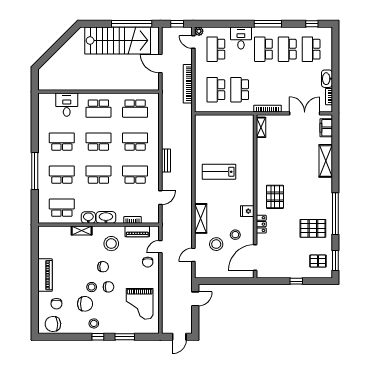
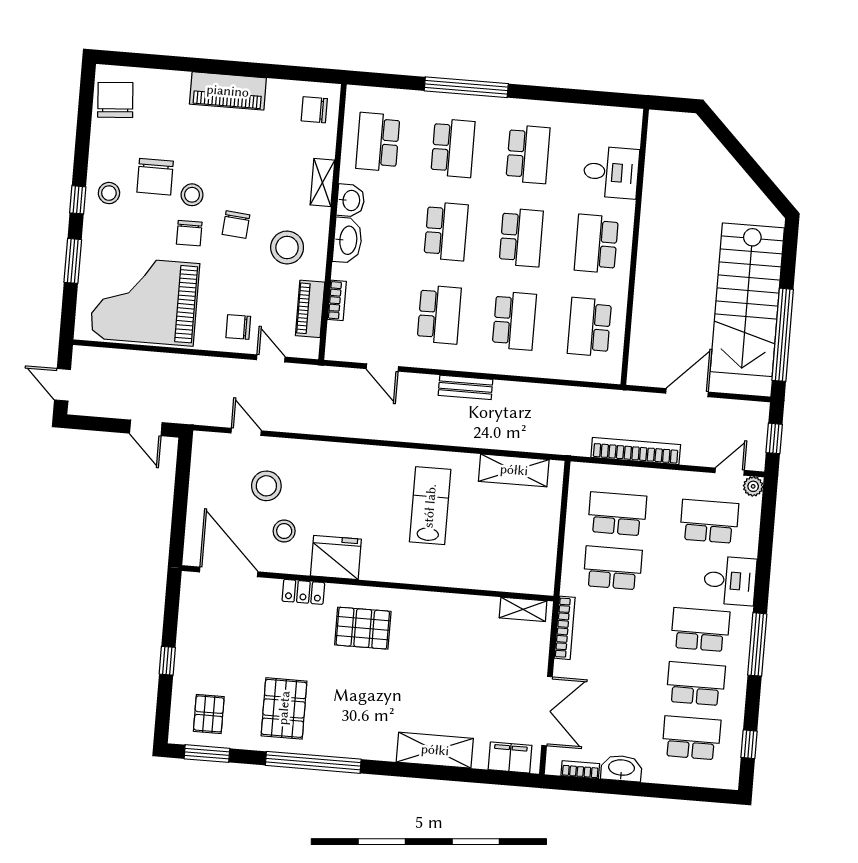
school desk: (62, 208) -> (378, 142), turned 180
fridge: (247, 211) -> (336, 557), width x1.88, depth x1.34
shelving: (201, 218) -> (514, 470), moved
chair: (56, 304) -> (314, 110), moved
grand piano: (140, 304) -> (145, 301), width x1.37, depth x1.48

